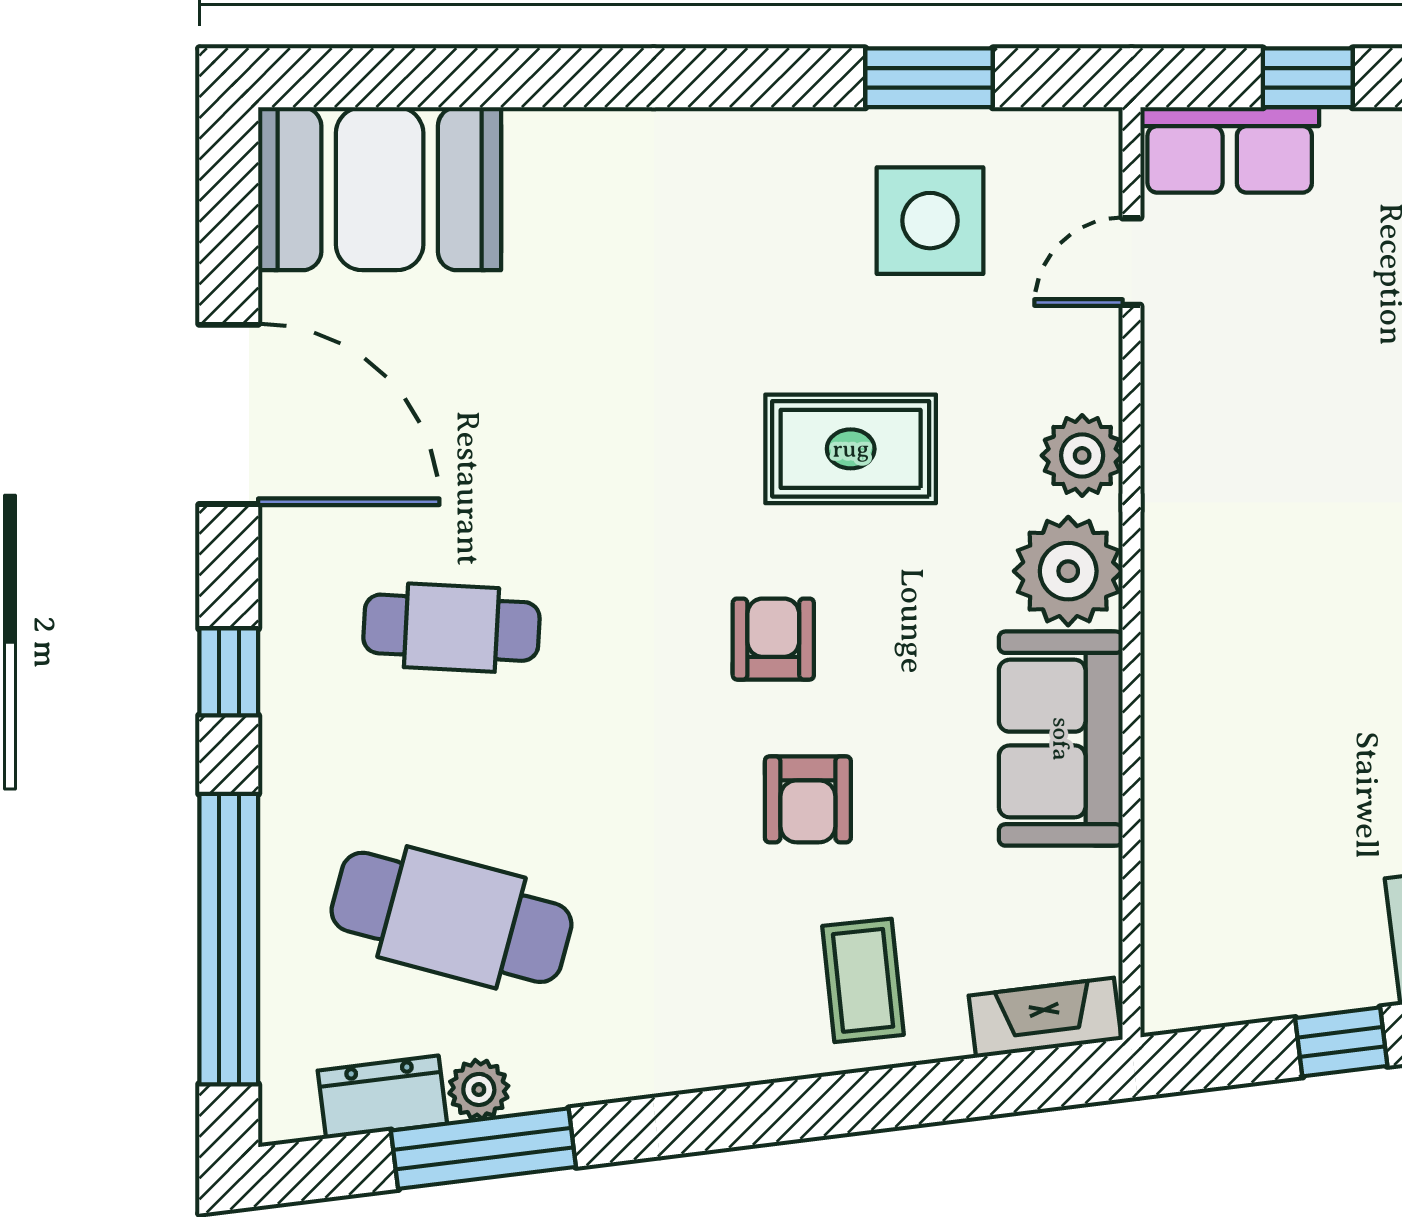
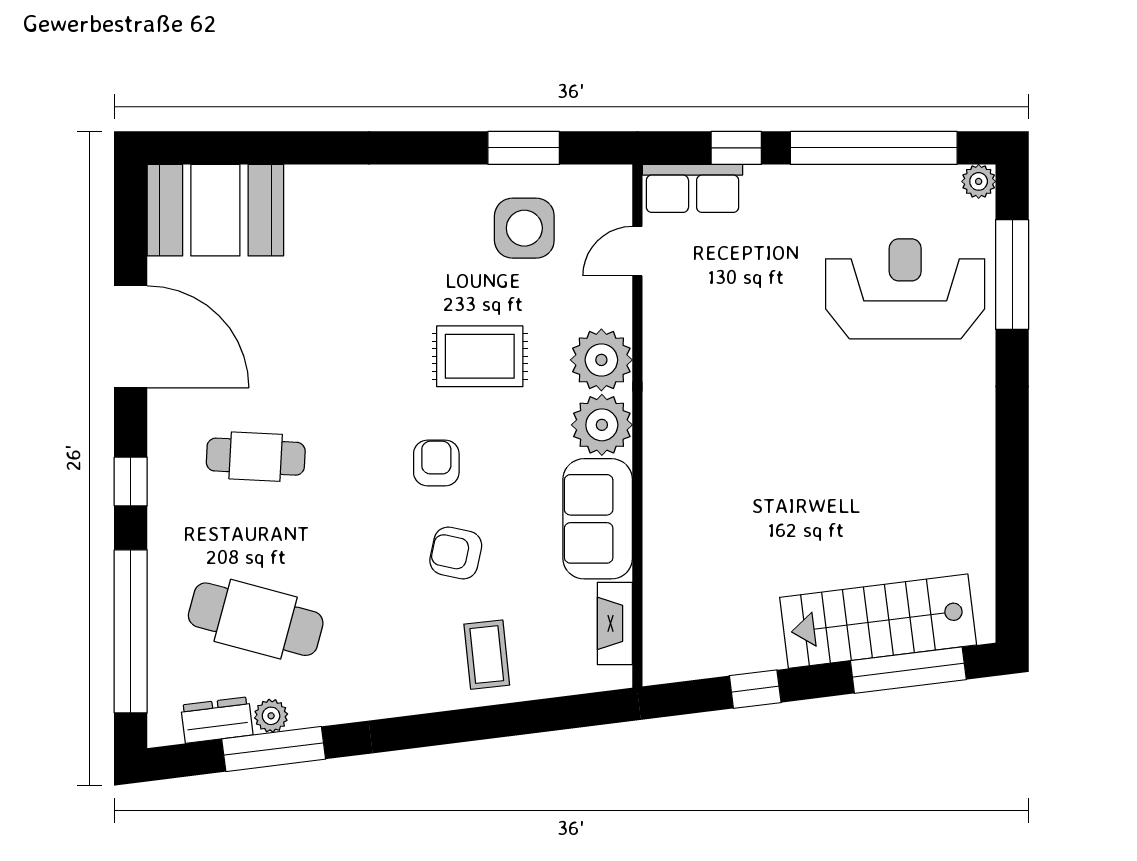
plant: (1082, 455) -> (601, 360), width x1.36, depth x1.36
armchair: (808, 799) -> (456, 553), turned 102
fireplace: (1045, 1018) -> (615, 623), moved, turned -83

